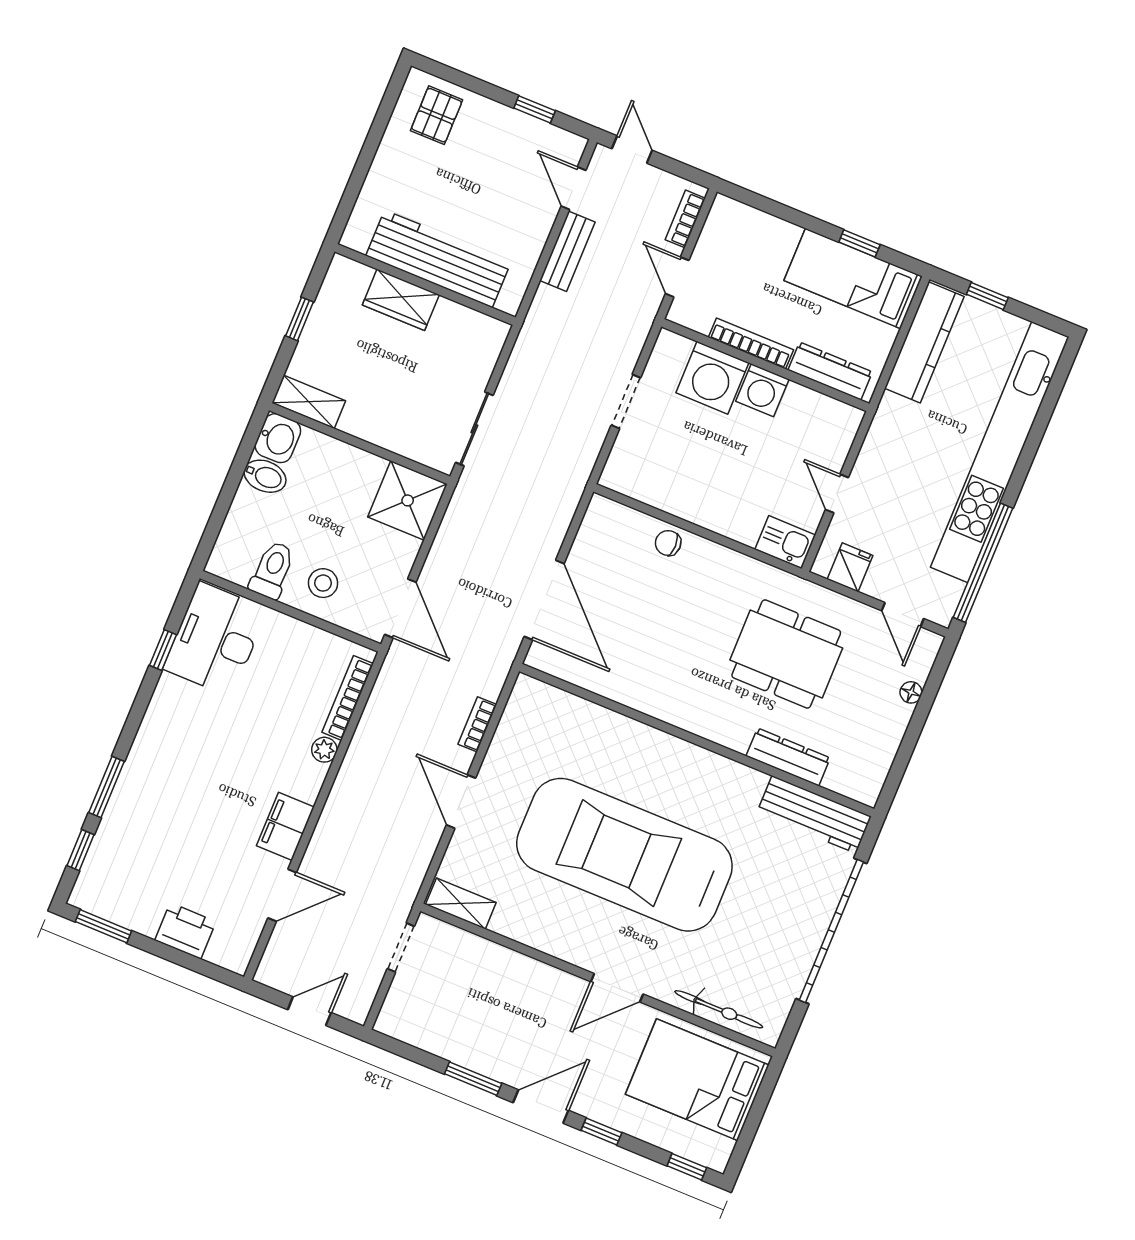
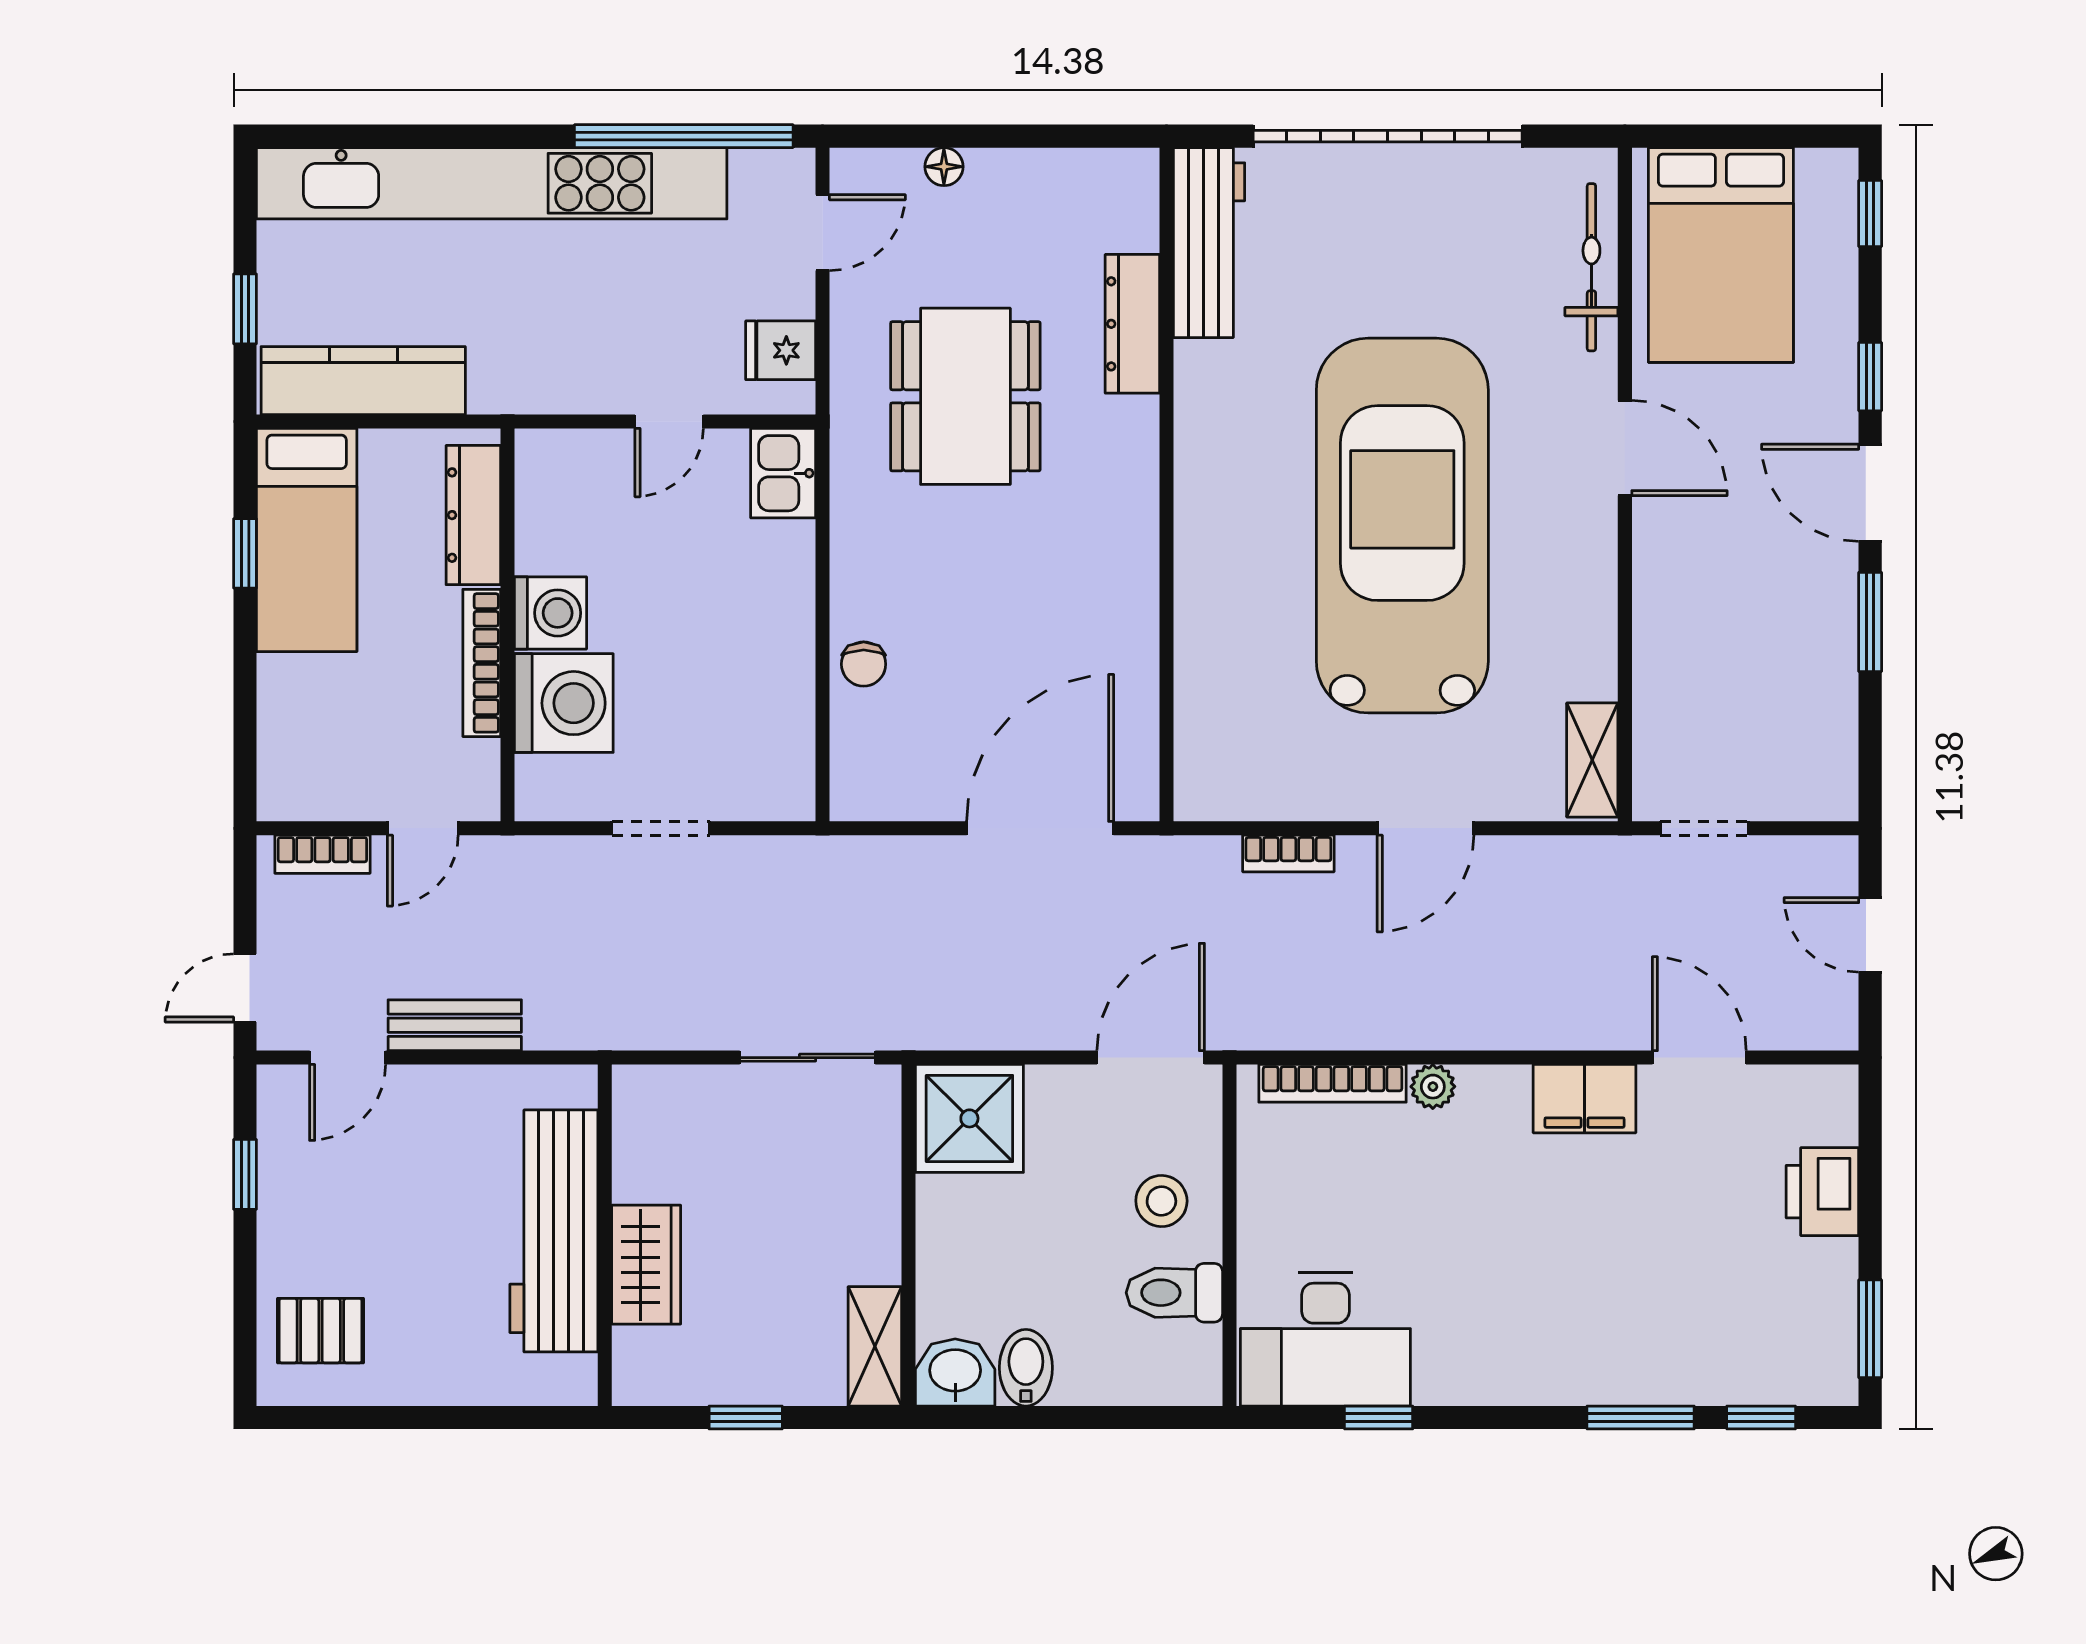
car: (624, 855) -> (1402, 526), turned 180

